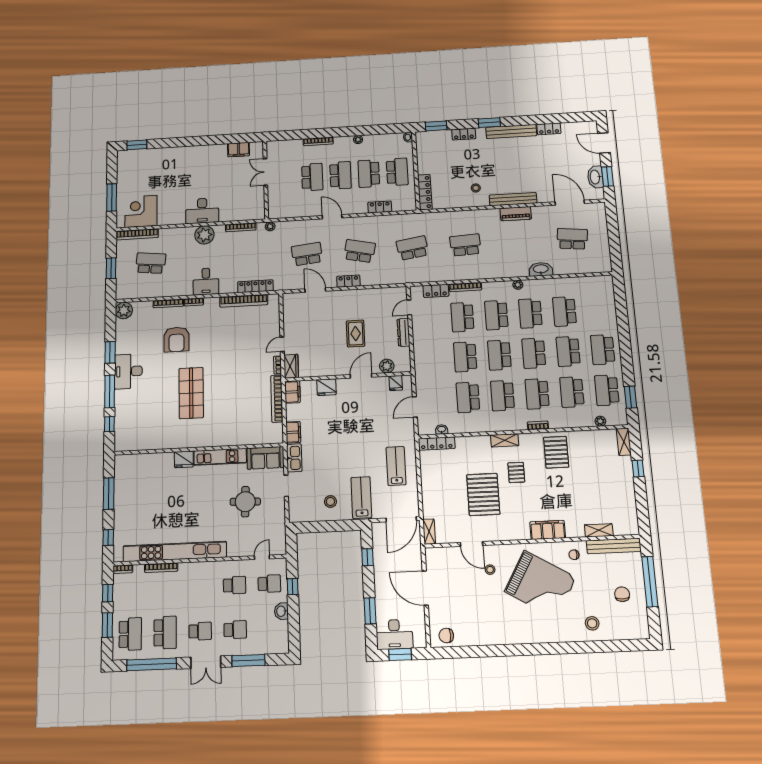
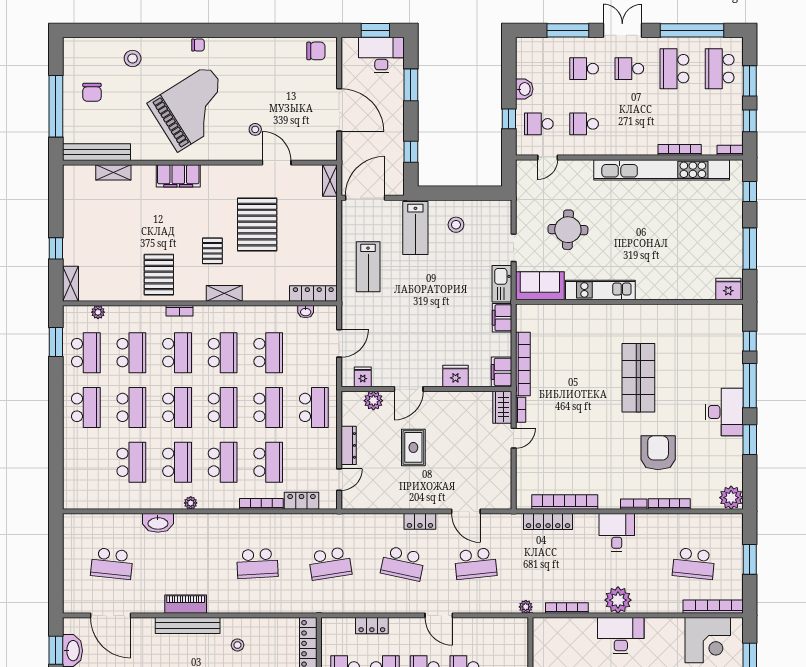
school desk: (431, 359) -> (314, 407), added
fridge: (184, 459) -> (728, 289), moved
chair: (574, 555) -> (198, 45), moved
grand piano: (540, 584) -> (193, 108), turned 118

